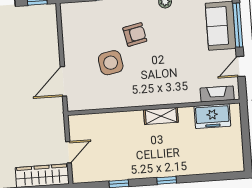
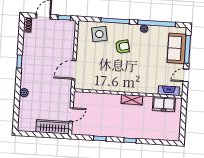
side table: (111, 63) -> (99, 34), moved

